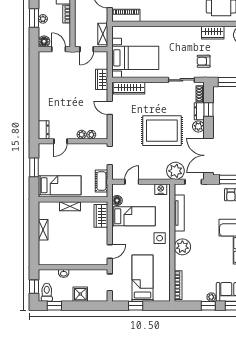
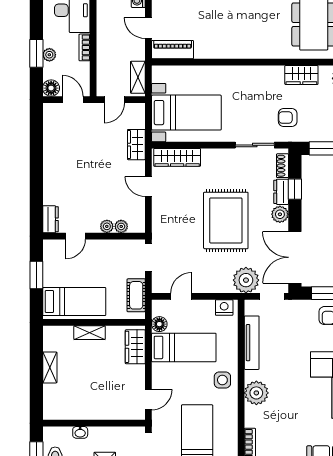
rug: (162, 131) -> (226, 220), turned 90

